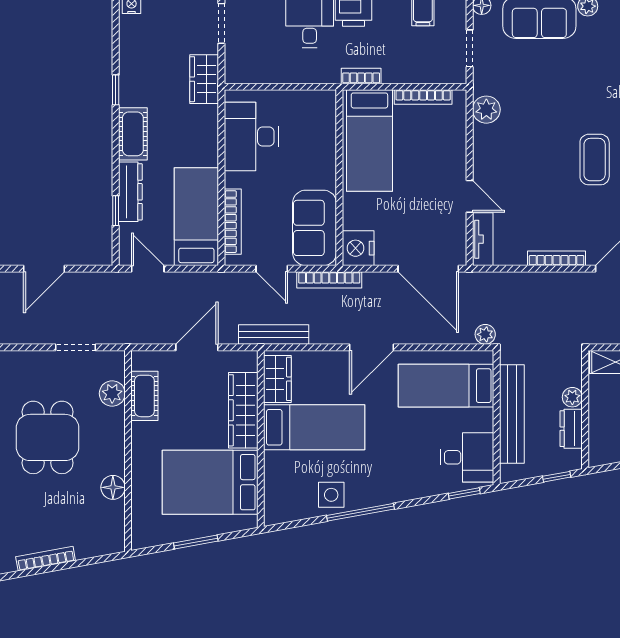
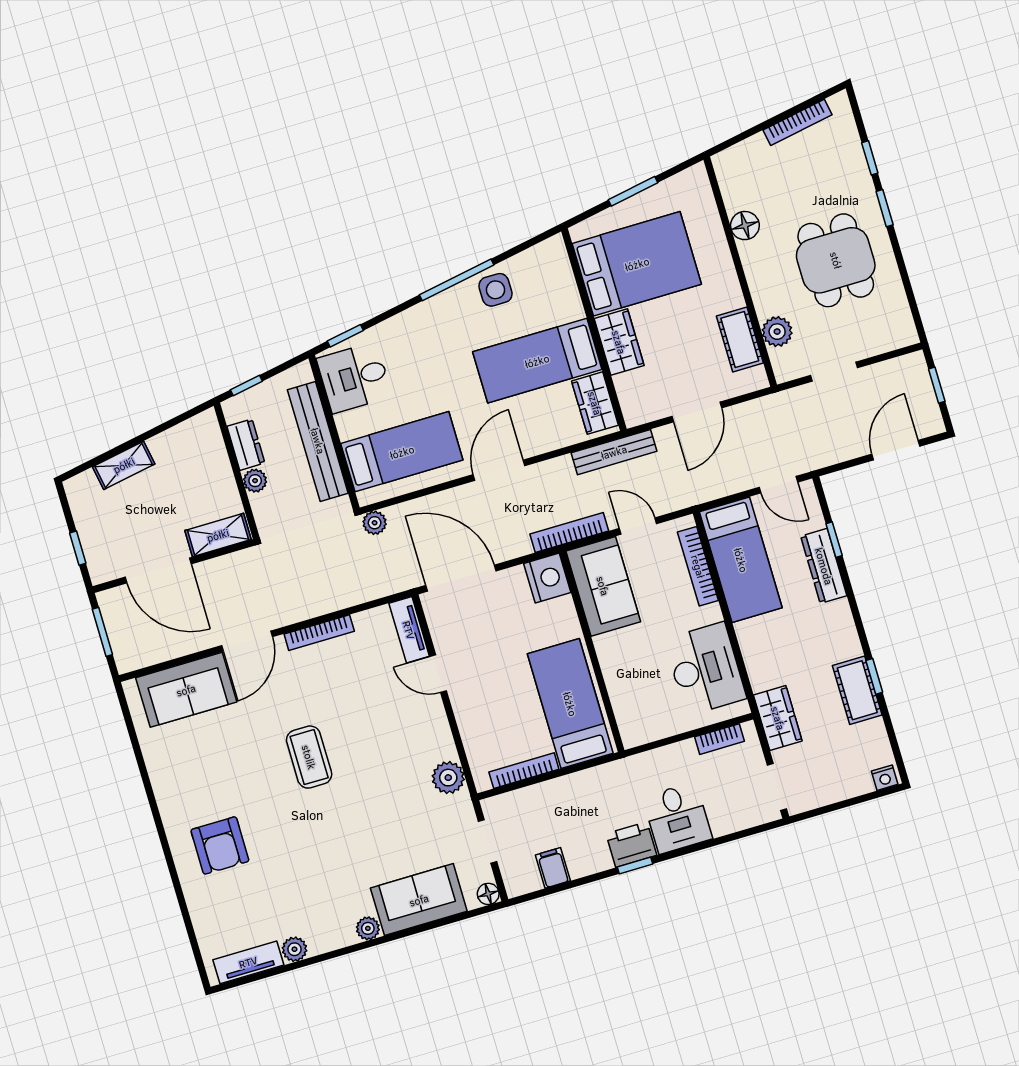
bookcase: (361, 76) -> (719, 739), moved
cot: (133, 134) -> (857, 690), moved
wardrobe: (243, 410) -> (619, 342), width x0.67

